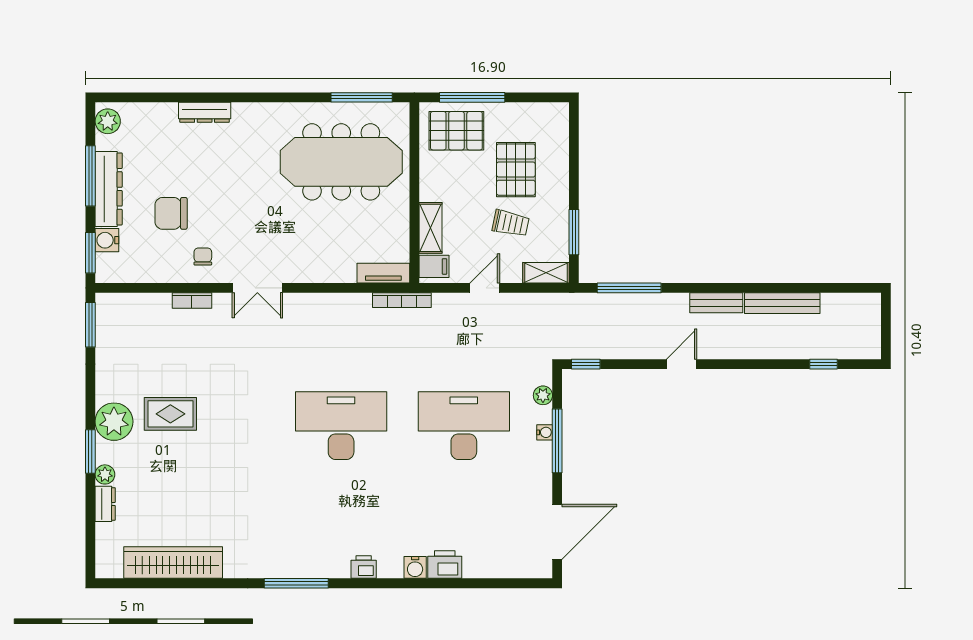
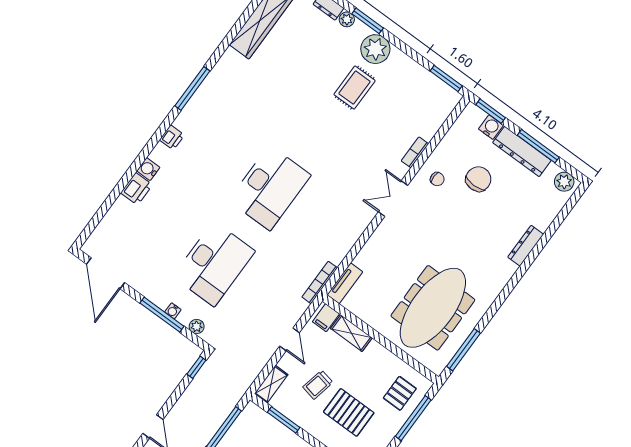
pallet: (456, 131) -> (400, 393), width x0.67, depth x0.71

